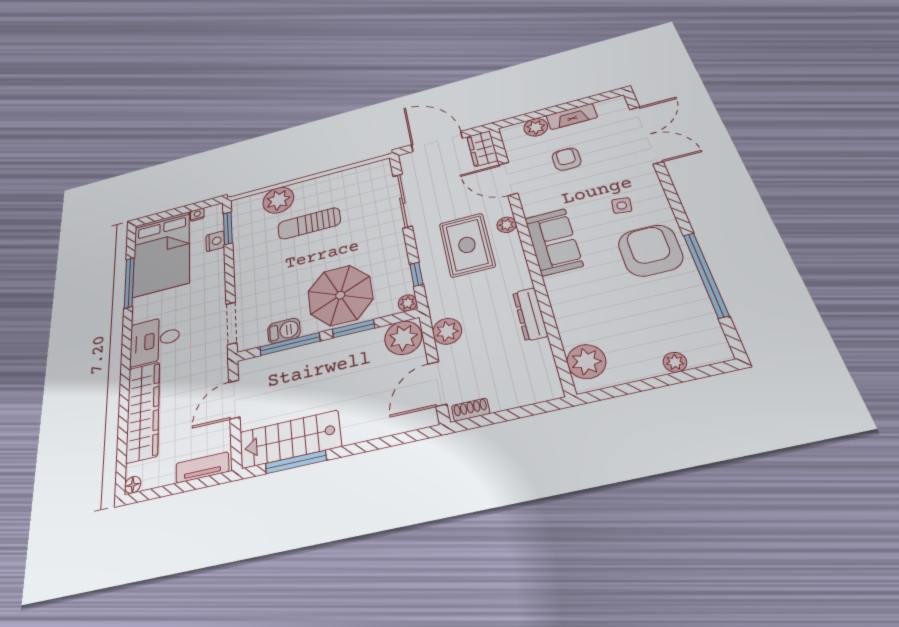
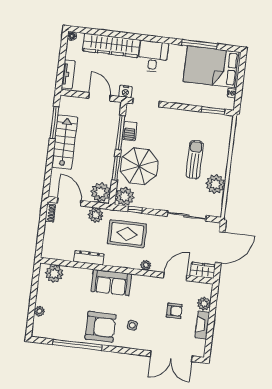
plant: (278, 200) -> (215, 184), moved
nightstand: (215, 241) -> (125, 92), moved
sofa: (553, 242) -> (111, 283), moved
rug: (467, 245) -> (127, 234), moved
plant: (408, 303) -> (125, 196), width x1.88, depth x1.88
stairs: (290, 439) -> (65, 142), moved

